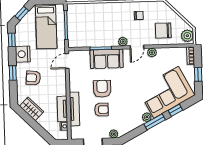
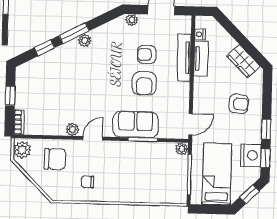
plant: (123, 42) -> (182, 149), moved
nightstand: (23, 54) -> (251, 155), moved
window: (13, 73) -> (266, 129), moved
corner sofa: (166, 92) -> (56, 73), removed

